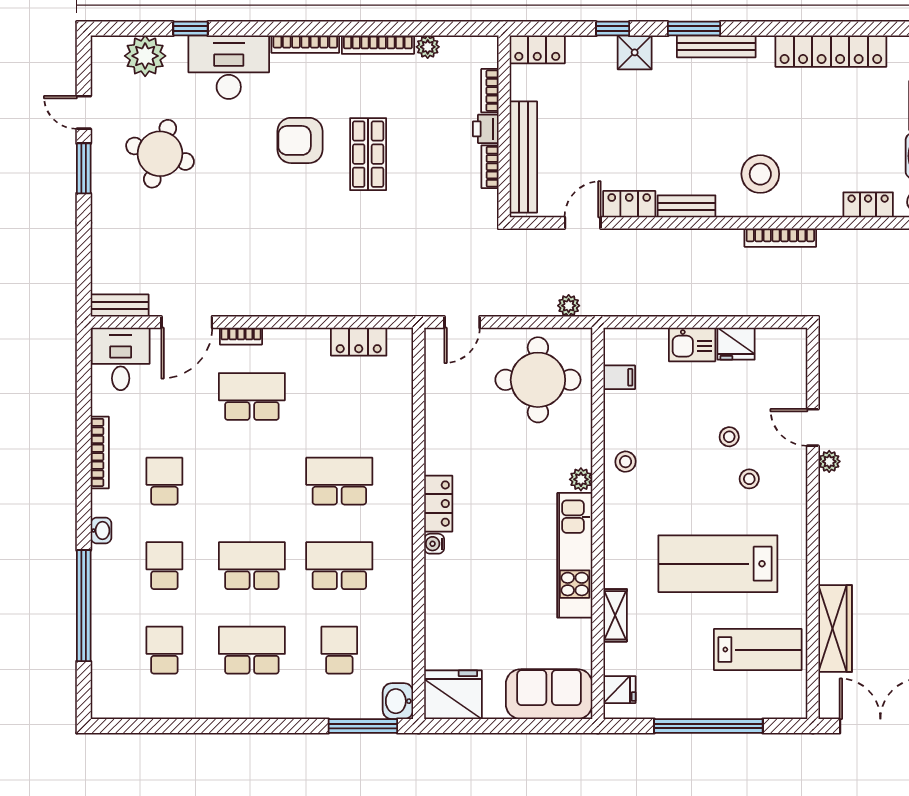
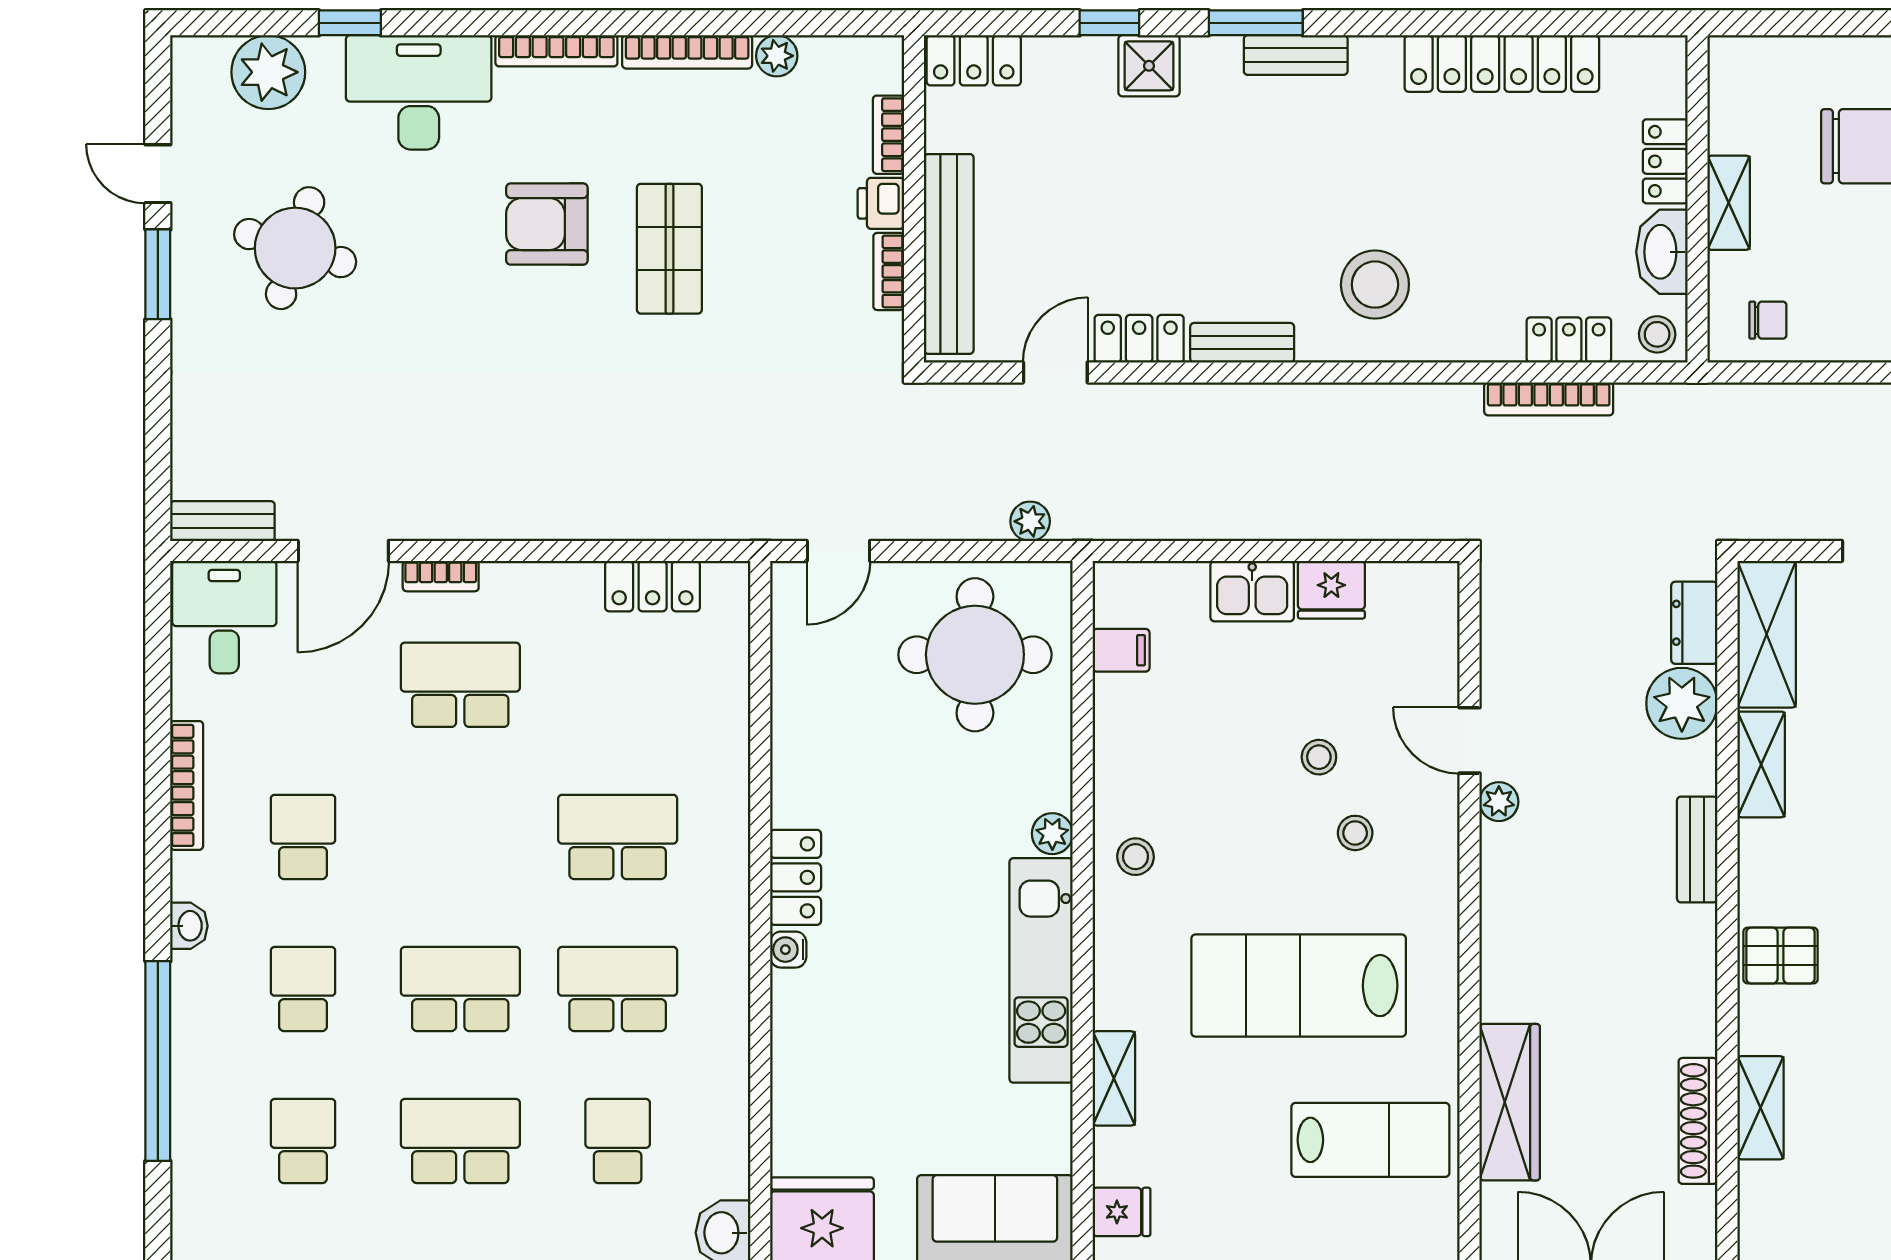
bench: (716, 46) -> (1296, 55), width x0.73
bookcase: (780, 238) -> (1549, 399), moved
stool: (626, 462) -> (1135, 857), moved

